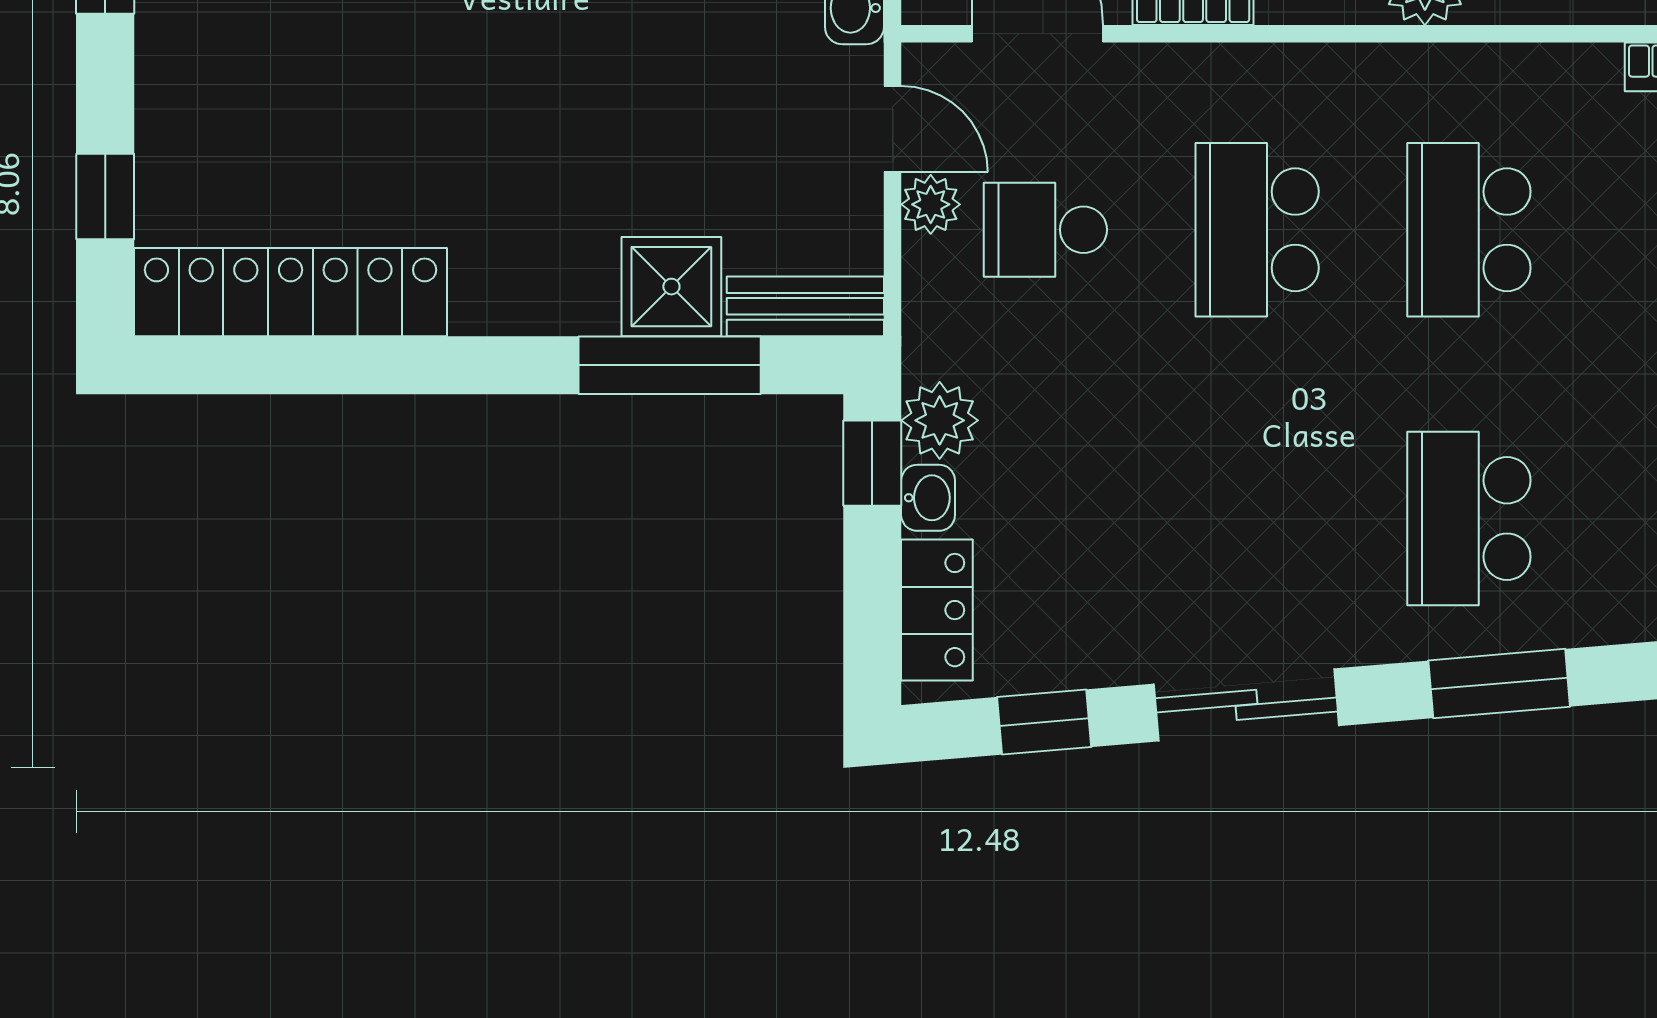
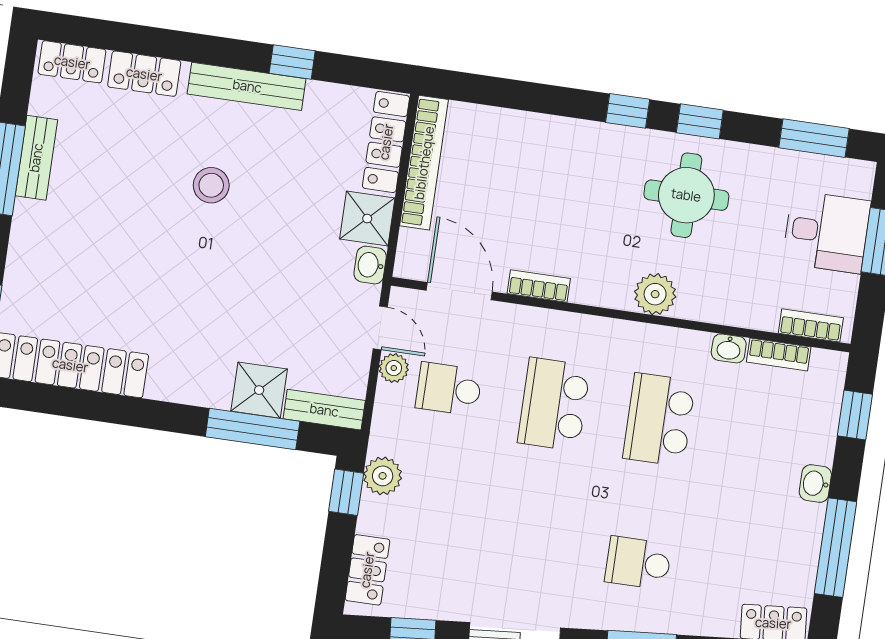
washbasin: (928, 498) -> (729, 348), moved, turned 90
school desk: (1469, 518) -> (638, 563), width x0.54

